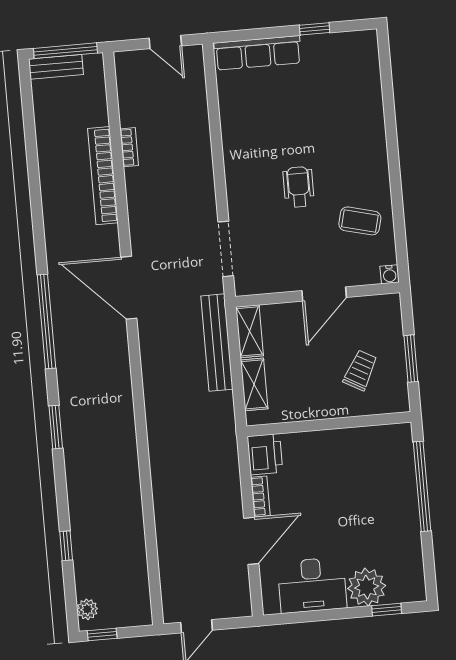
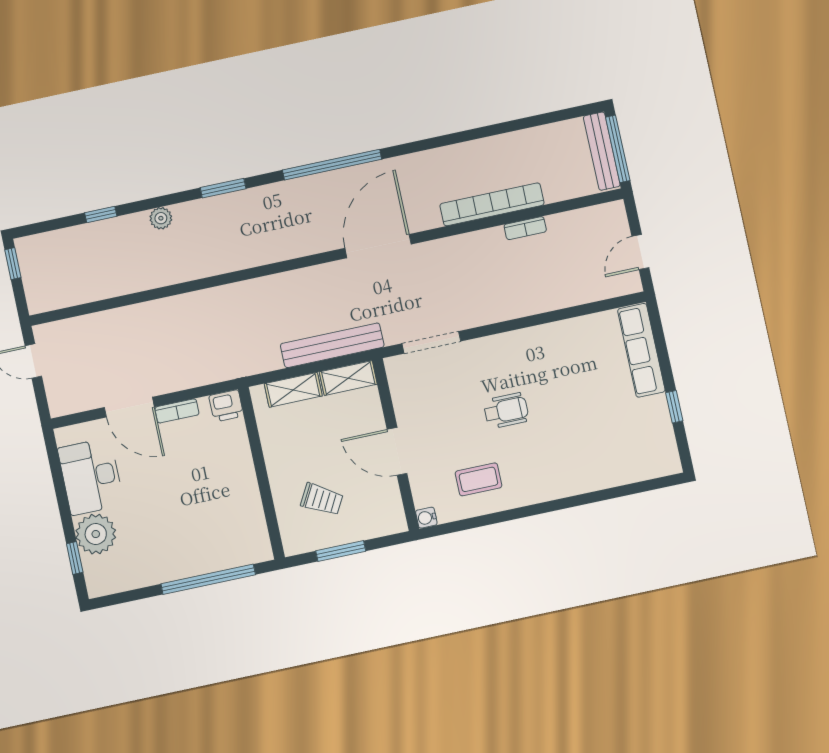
bench: (56, 67) -> (602, 151), width x1.36
coffee table: (360, 221) -> (478, 479), turned 76
printer: (265, 454) -> (226, 406), width x0.73, depth x0.81
plant: (87, 609) -> (161, 218), moved

